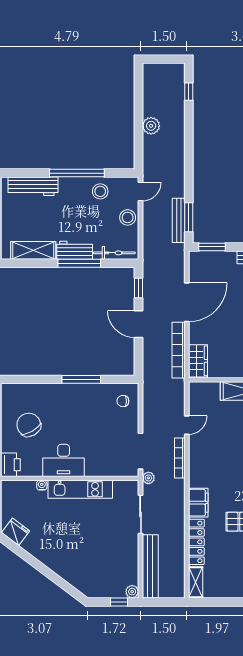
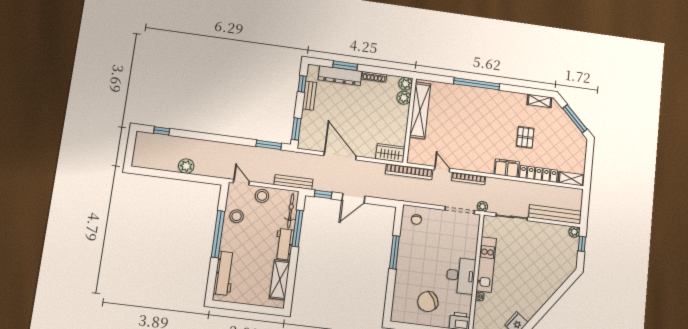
bench: (179, 220) -> (293, 182), moved
window: (79, 263) -> (297, 228), moved
bookcase: (179, 350) -> (409, 172), moved

